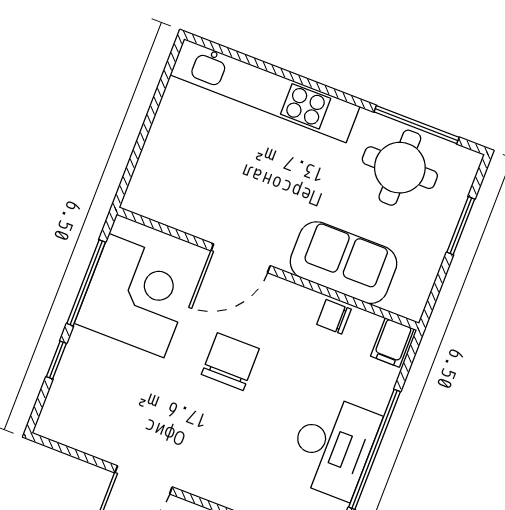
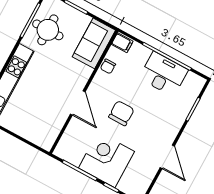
sofa: (343, 263) -> (94, 43), moved
corner desk: (136, 296) -> (106, 160), moved
chair: (230, 362) -> (121, 113), turned 90

